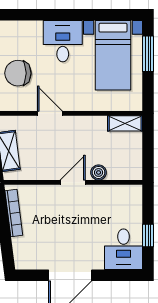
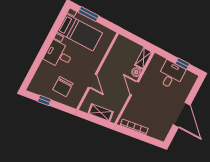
door: (50, 113) -> (92, 81), swing flipped
shelving: (125, 123) -> (143, 58), moved
desk: (124, 249) -> (171, 75), moved, turned -90

